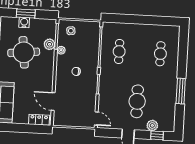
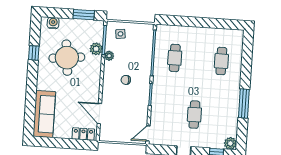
window: (26, 13) -> (84, 15), moved
water cooler: (24, 23) -> (53, 23), moved
cafe table: (137, 101) -> (194, 115), width x0.73, depth x0.74
door: (96, 119) -> (148, 133), swing flipped
plant: (152, 125) -> (230, 143), moved

